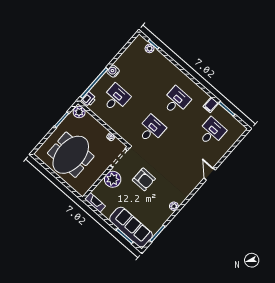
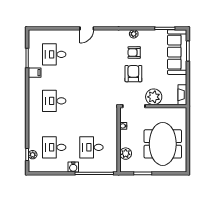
printer: (89, 99) -> (110, 167), removed
plant: (79, 112) -> (126, 154), moved
desk: (151, 129) -> (54, 147), moved
meeting table: (71, 155) -> (163, 144), turned 90
armchair: (159, 194) -> (134, 53), added

